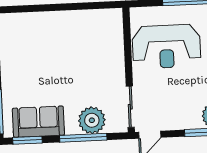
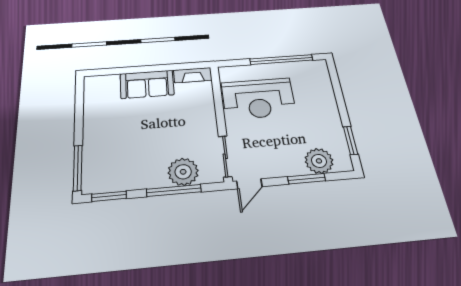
fireplace: (104, 16) -> (193, 75), added
sofa: (38, 122) -> (147, 84), moved, turned 180

